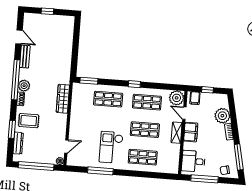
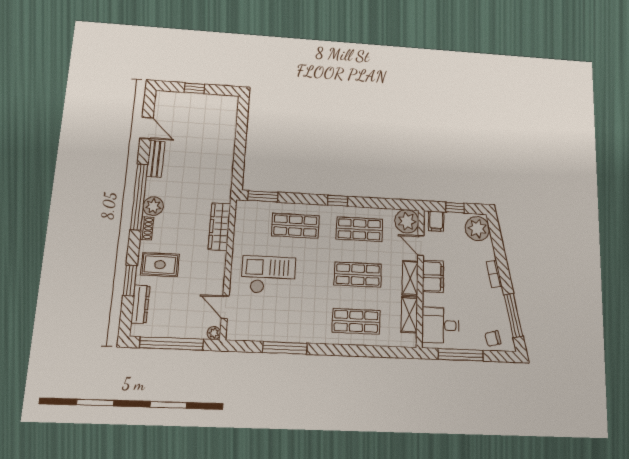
plant: (222, 116) -> (477, 229), moved
door: (66, 146) -> (225, 307), swing flipped
checkout: (111, 147) -> (268, 275), moved, turned 90
shelving: (175, 154) -> (409, 315), added

